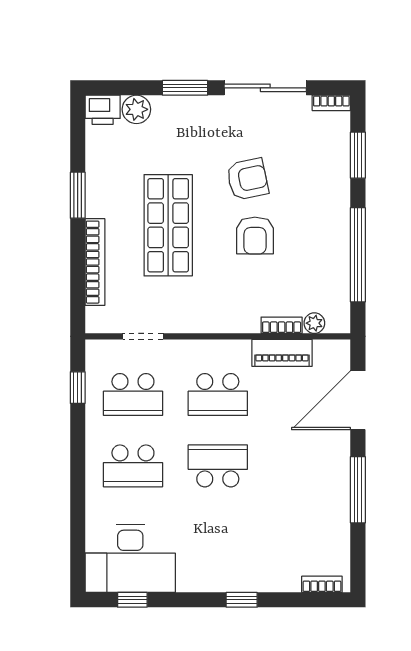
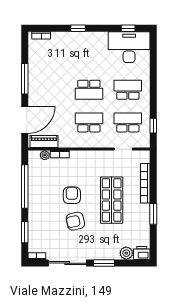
piano: (282, 353) -> (44, 142), moved

